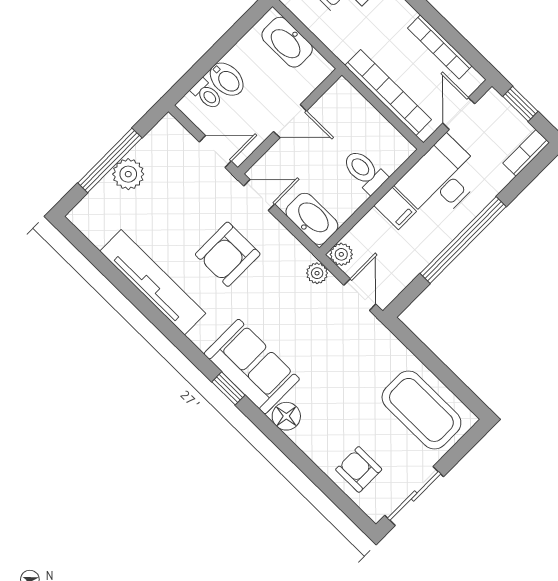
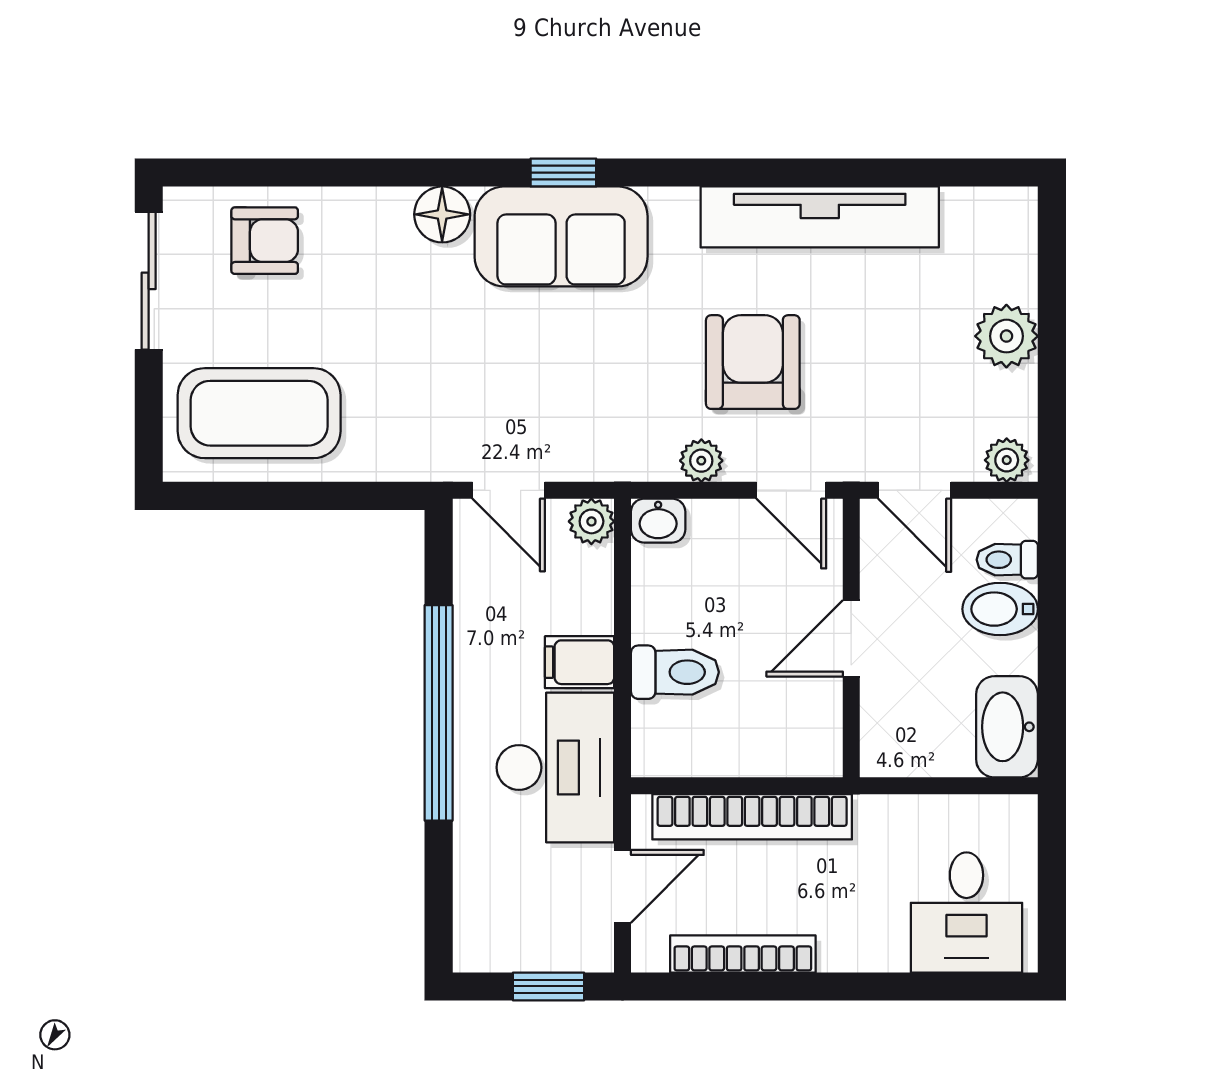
washbasin: (287, 42) -> (1007, 727), moved, turned -90
door: (459, 113) -> (623, 886), hinge flipped
plant: (172, 130) -> (1007, 460), added
door: (215, 152) -> (915, 490), hinge flipped
bookcase: (526, 153) -> (472, 925), removed
window: (110, 160) -> (1052, 330), removed
door: (259, 195) -> (791, 490), hinge flipped
washbasin: (312, 219) -> (658, 521), width x0.52, depth x0.69
plant: (317, 273) -> (701, 461), moved

